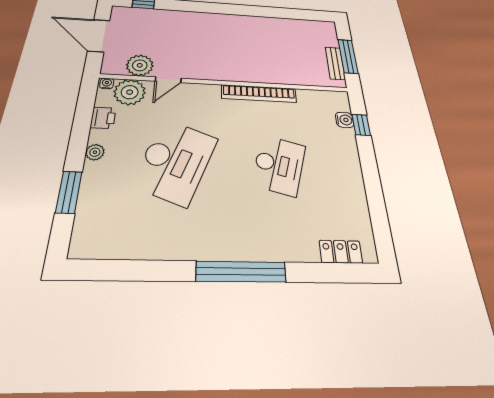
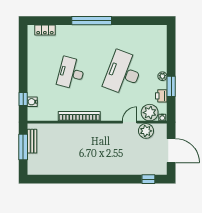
window: (69, 192) -> (171, 86), moved

